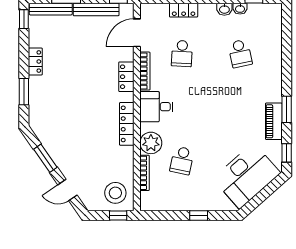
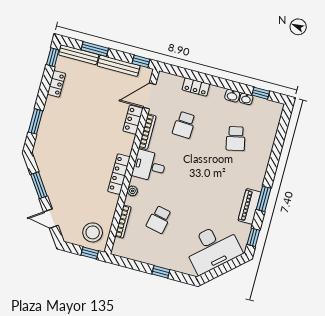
locker: (35, 61) -> (56, 84), moved
locker: (126, 77) -> (133, 120), moved
plant: (151, 143) -> (132, 191), width x0.53, depth x0.53

